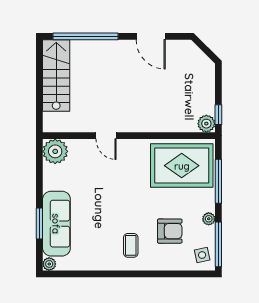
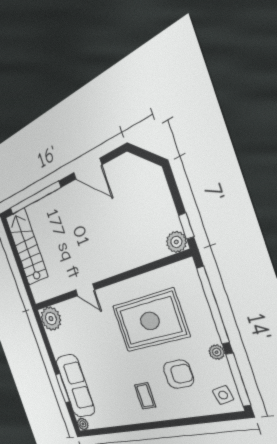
rug: (182, 166) -> (150, 321), moved
window: (218, 181) -> (213, 305), width x1.46

